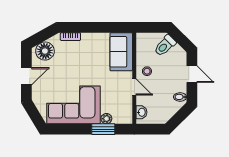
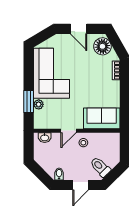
toilet: (165, 46) -> (100, 167), moved

